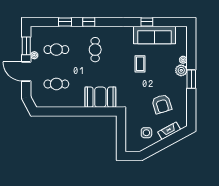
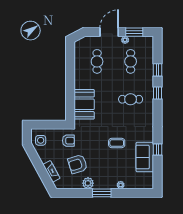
sofa: (154, 35) -> (145, 157), width x0.73
plant: (181, 70) -> (88, 183), moved
armchair: (138, 113) -> (68, 141), added
side table: (146, 133) -> (41, 140), moved

